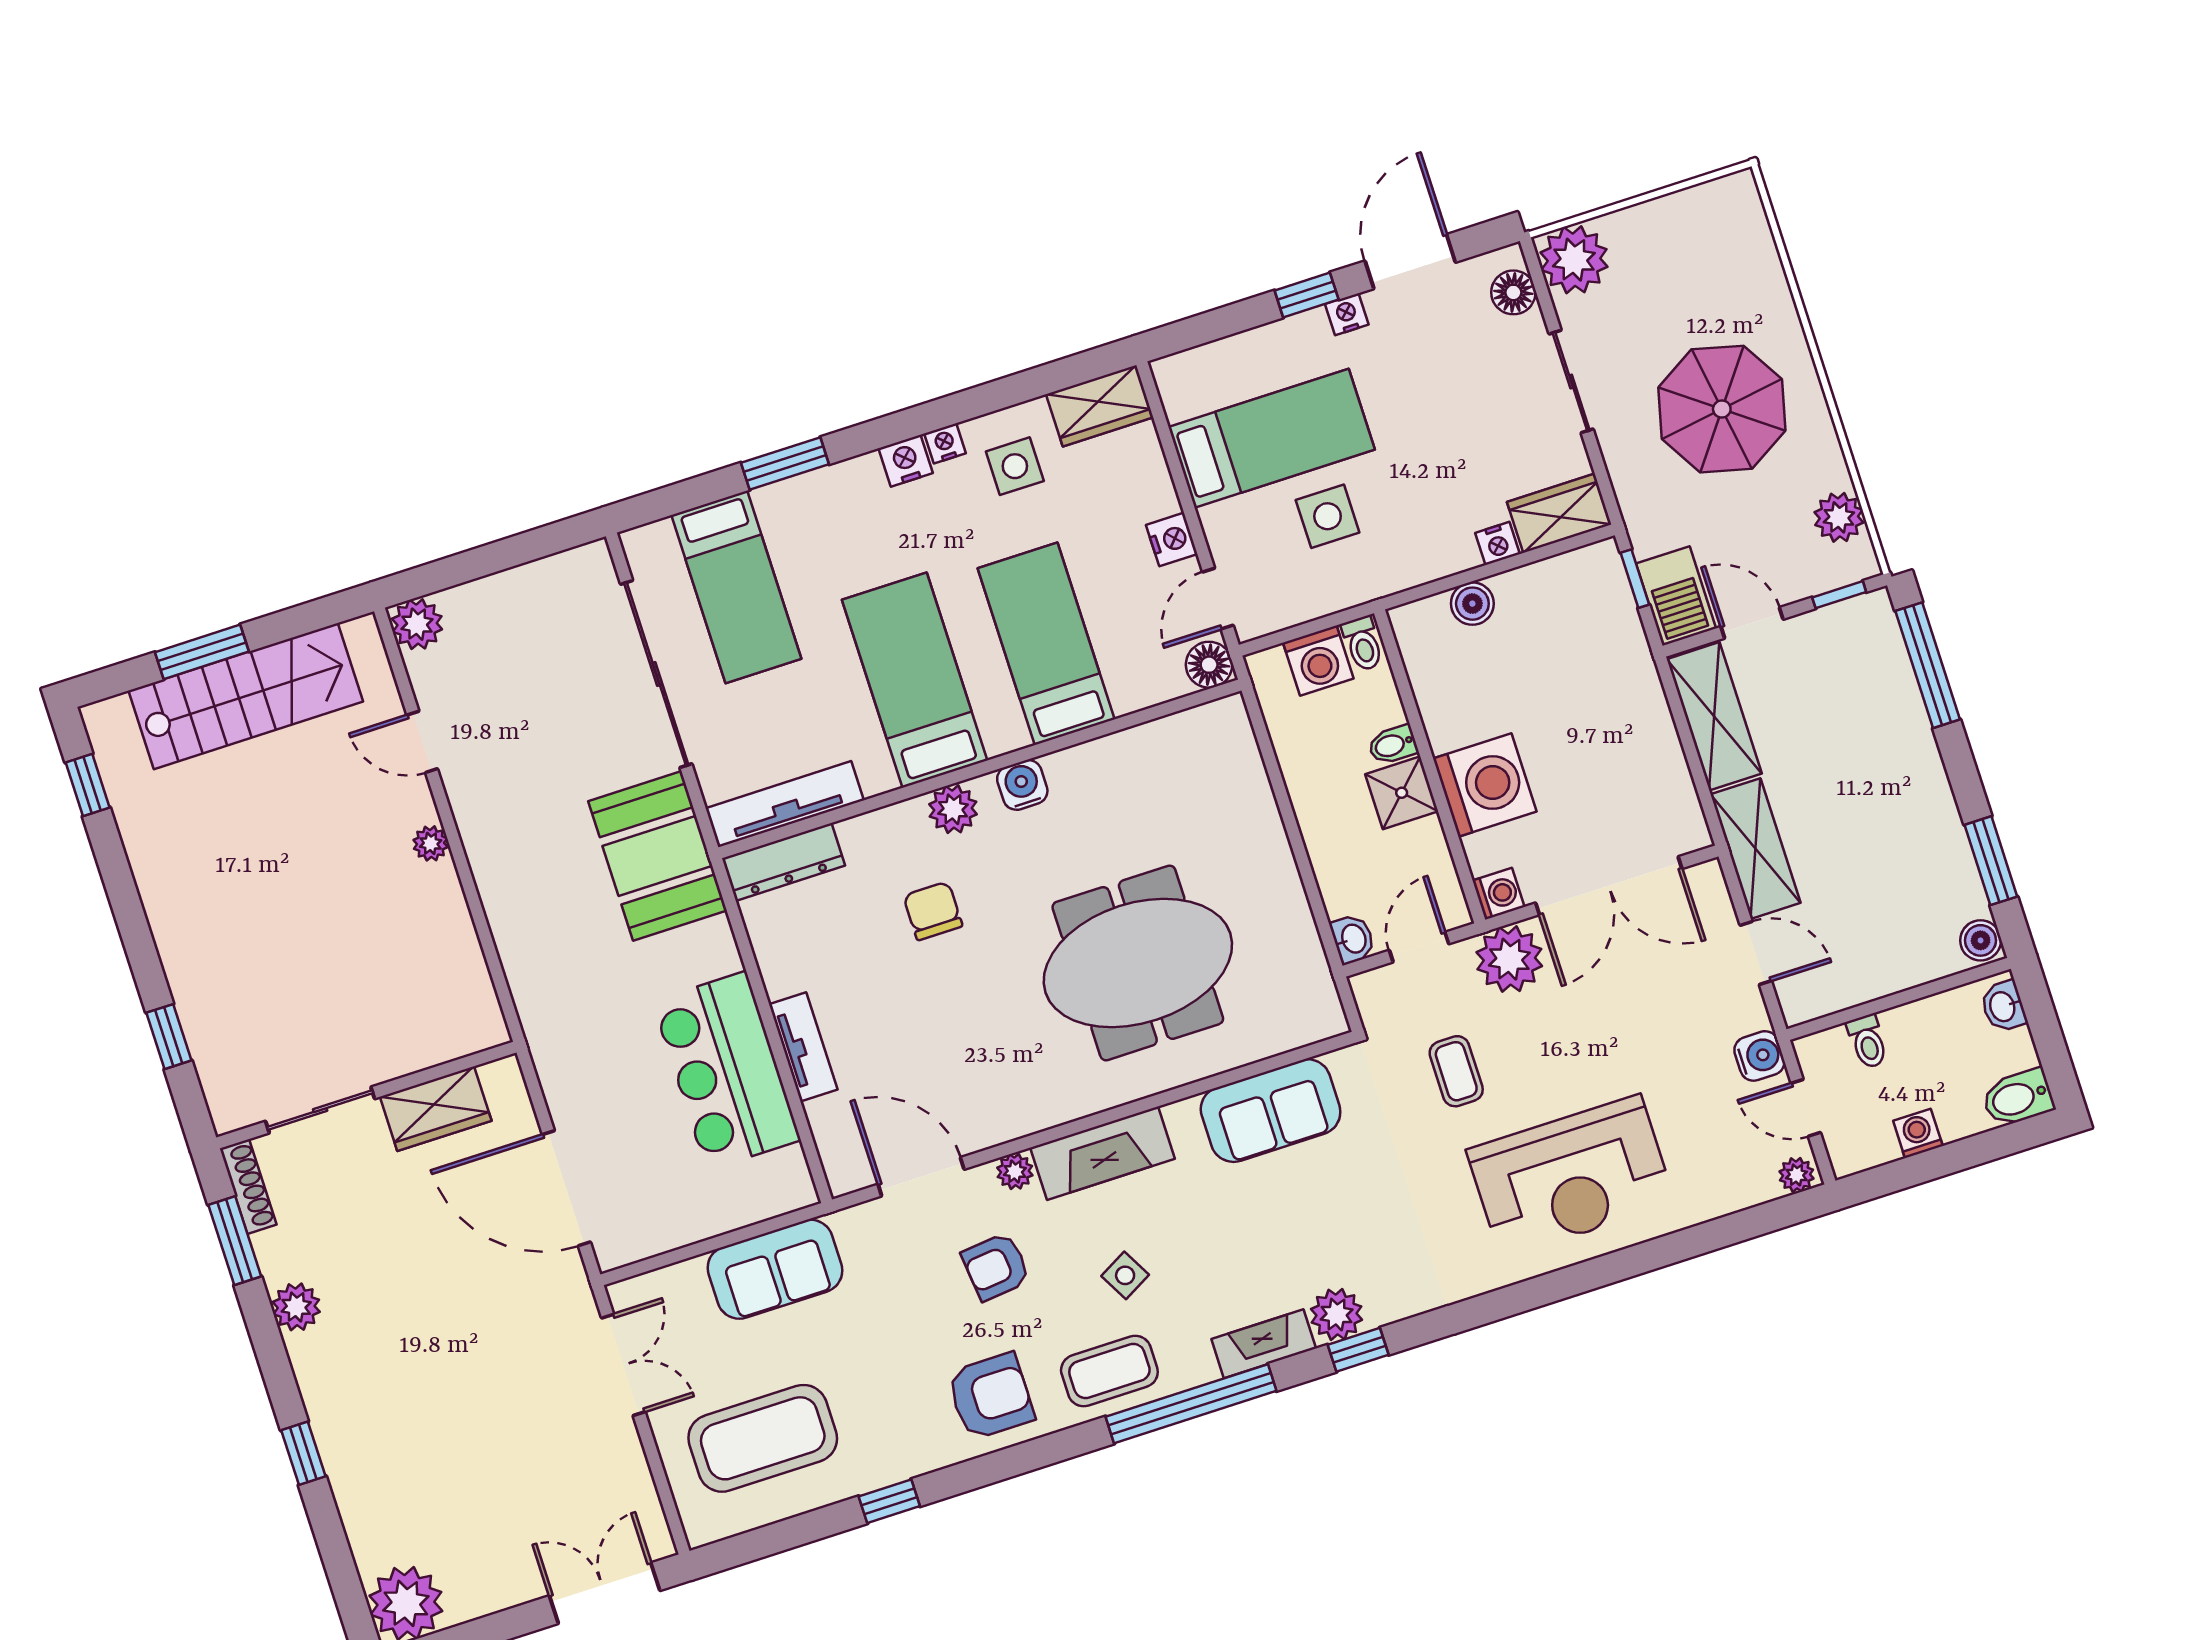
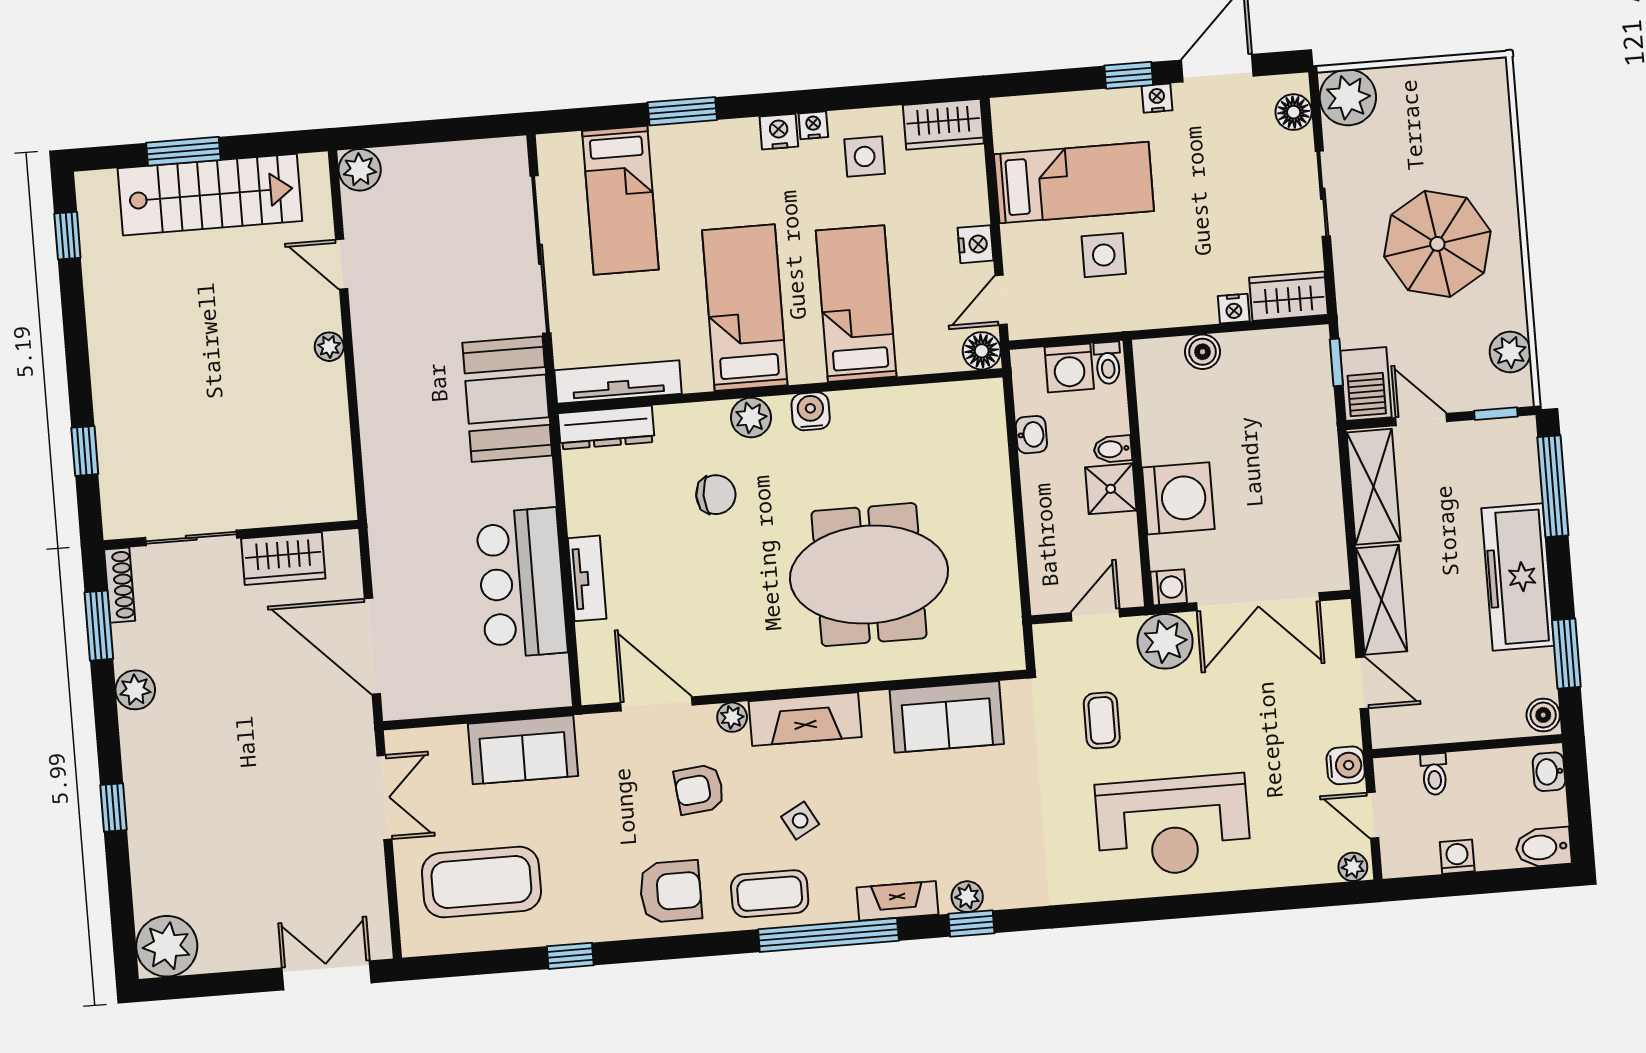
freezer: (1911, 783) -> (1518, 577), added
chair: (933, 911) -> (716, 495), turned 90
washbasin: (1353, 939) -> (1031, 435), moved
plant: (1337, 1314) -> (967, 897), width x0.73, depth x0.73

